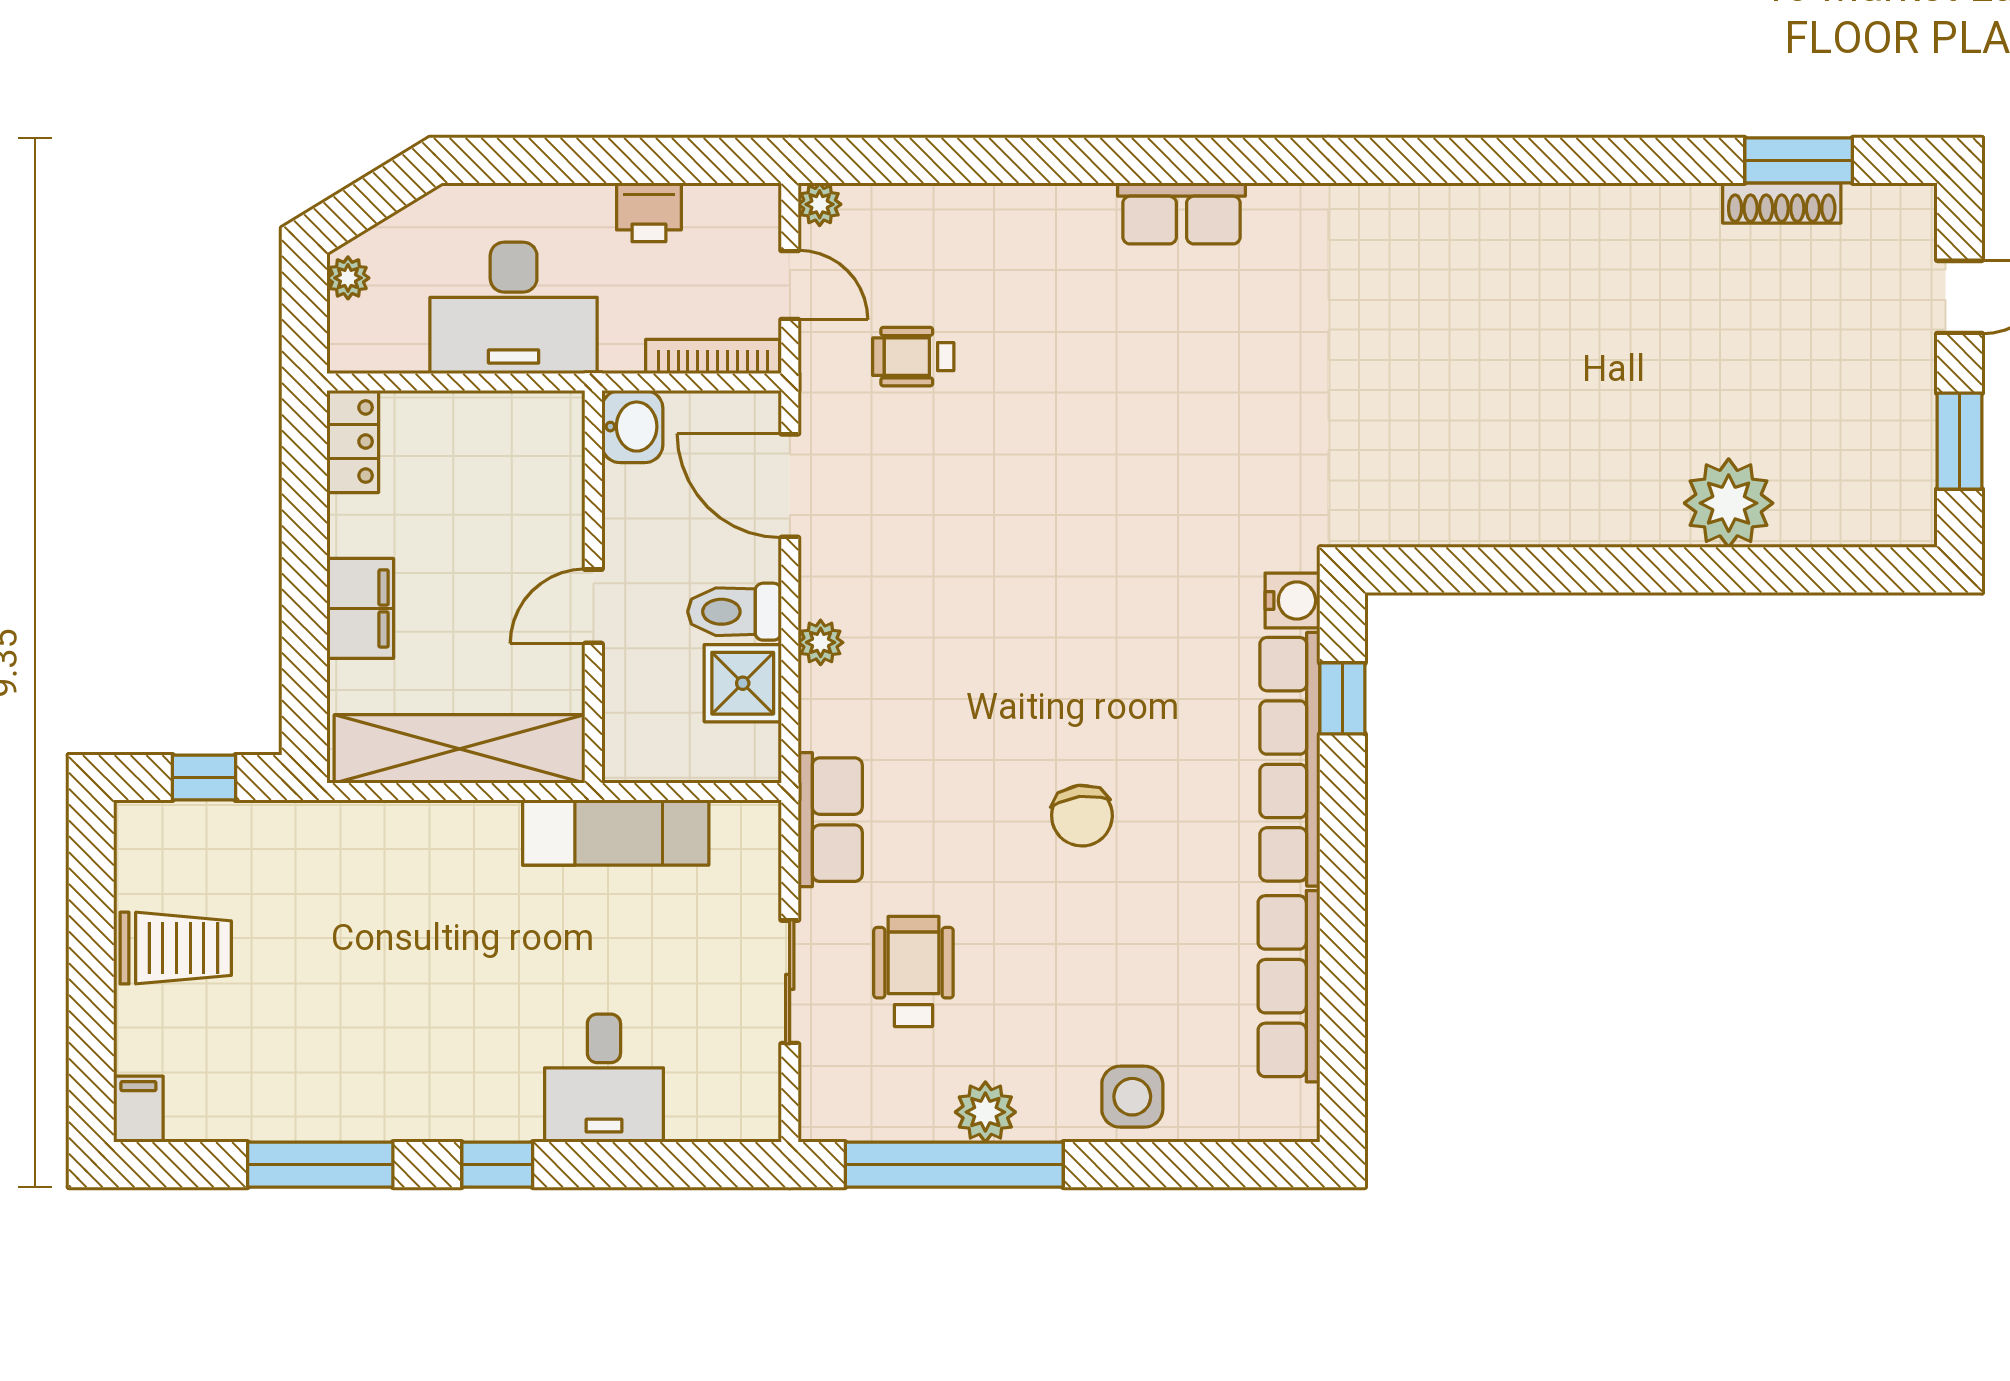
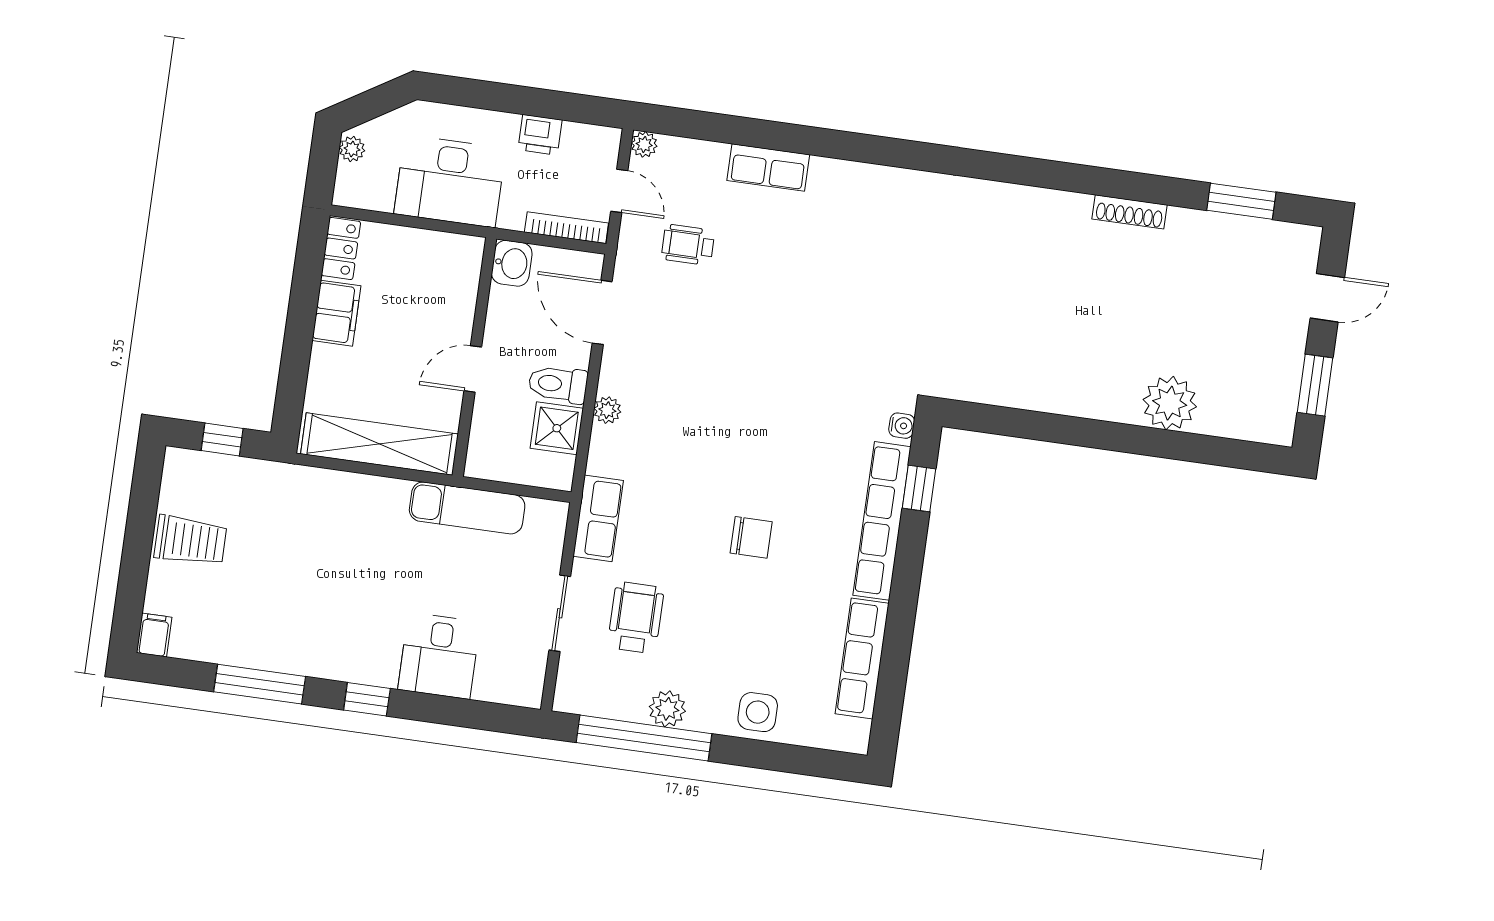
shoe rack: (1782, 203) -> (1130, 212), moved
row of seats: (1182, 213) -> (768, 168), moved
water cooler: (1293, 601) -> (902, 426), width x0.72, depth x0.72
filing cabinet: (360, 608) -> (336, 313), moved
chair: (1082, 816) -> (751, 537), turned -83

